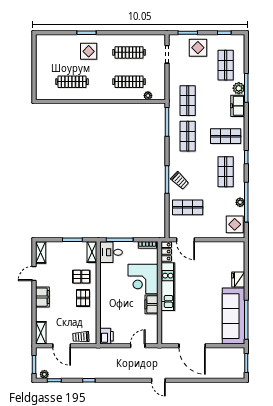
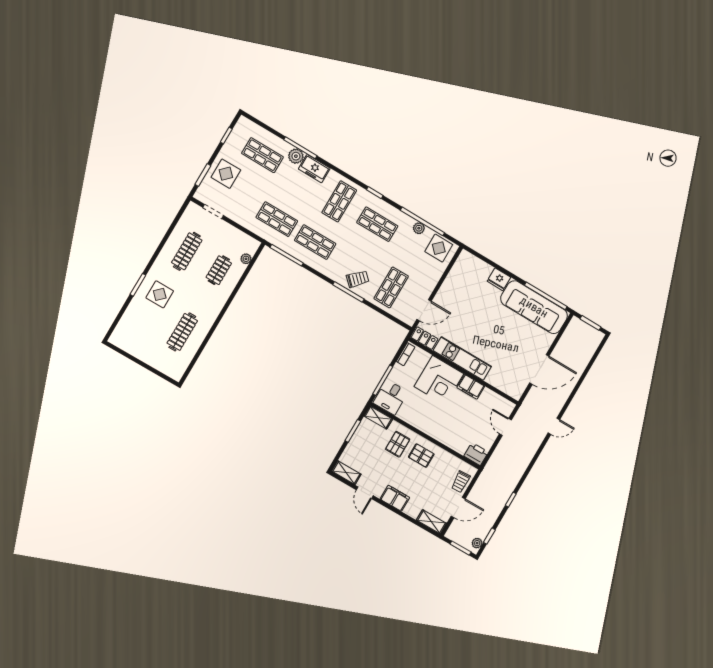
clothes rail: (129, 82) -> (219, 270), width x0.73

